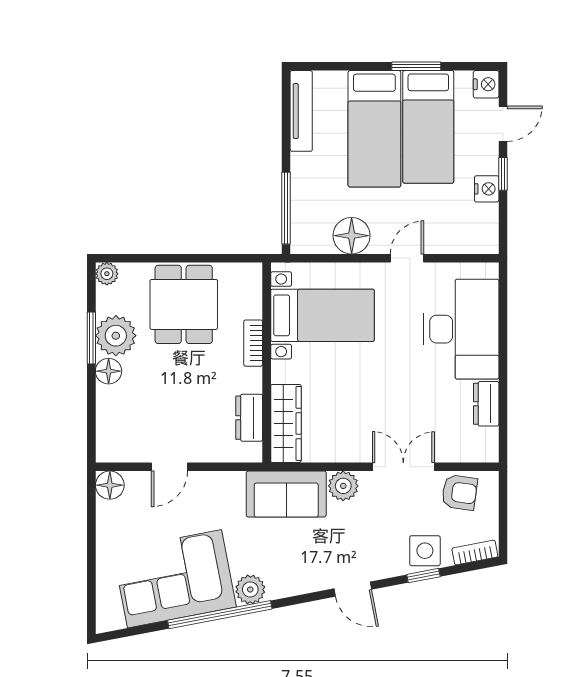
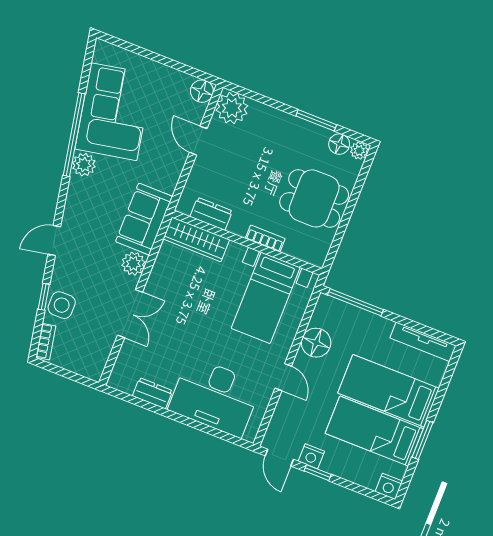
door: (503, 124) -> (279, 458), moved
plant: (116, 336) -> (232, 108), moved
floor lamp: (109, 371) -> (339, 144), moved
armchair: (459, 492) -> (95, 348), removed

